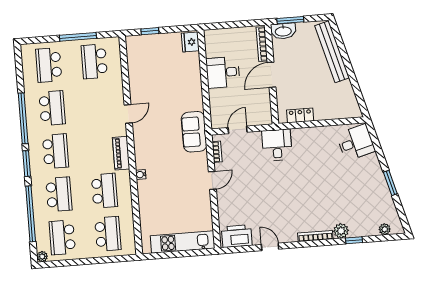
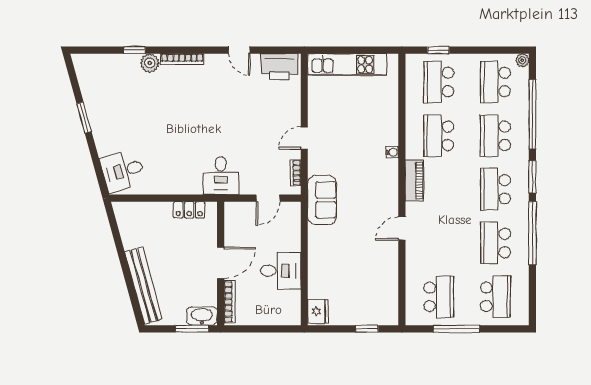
plant: (385, 229) -> (96, 61), removed
school desk: (62, 237) -> (495, 82), turned 180
window: (110, 259) -> (438, 50), added

